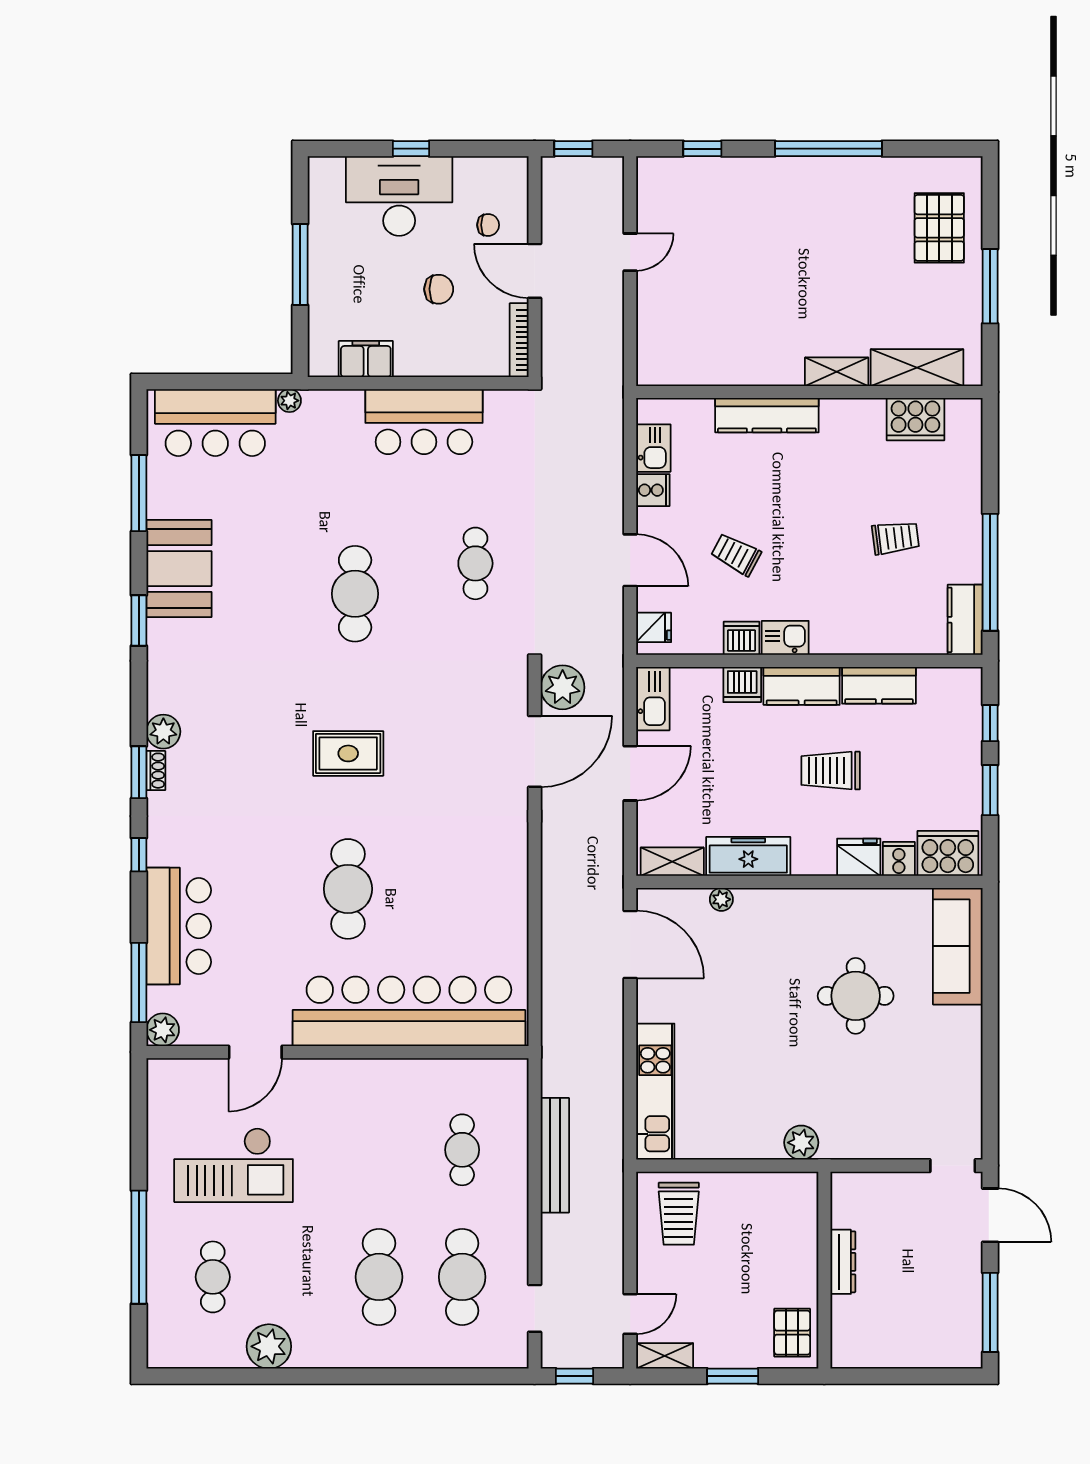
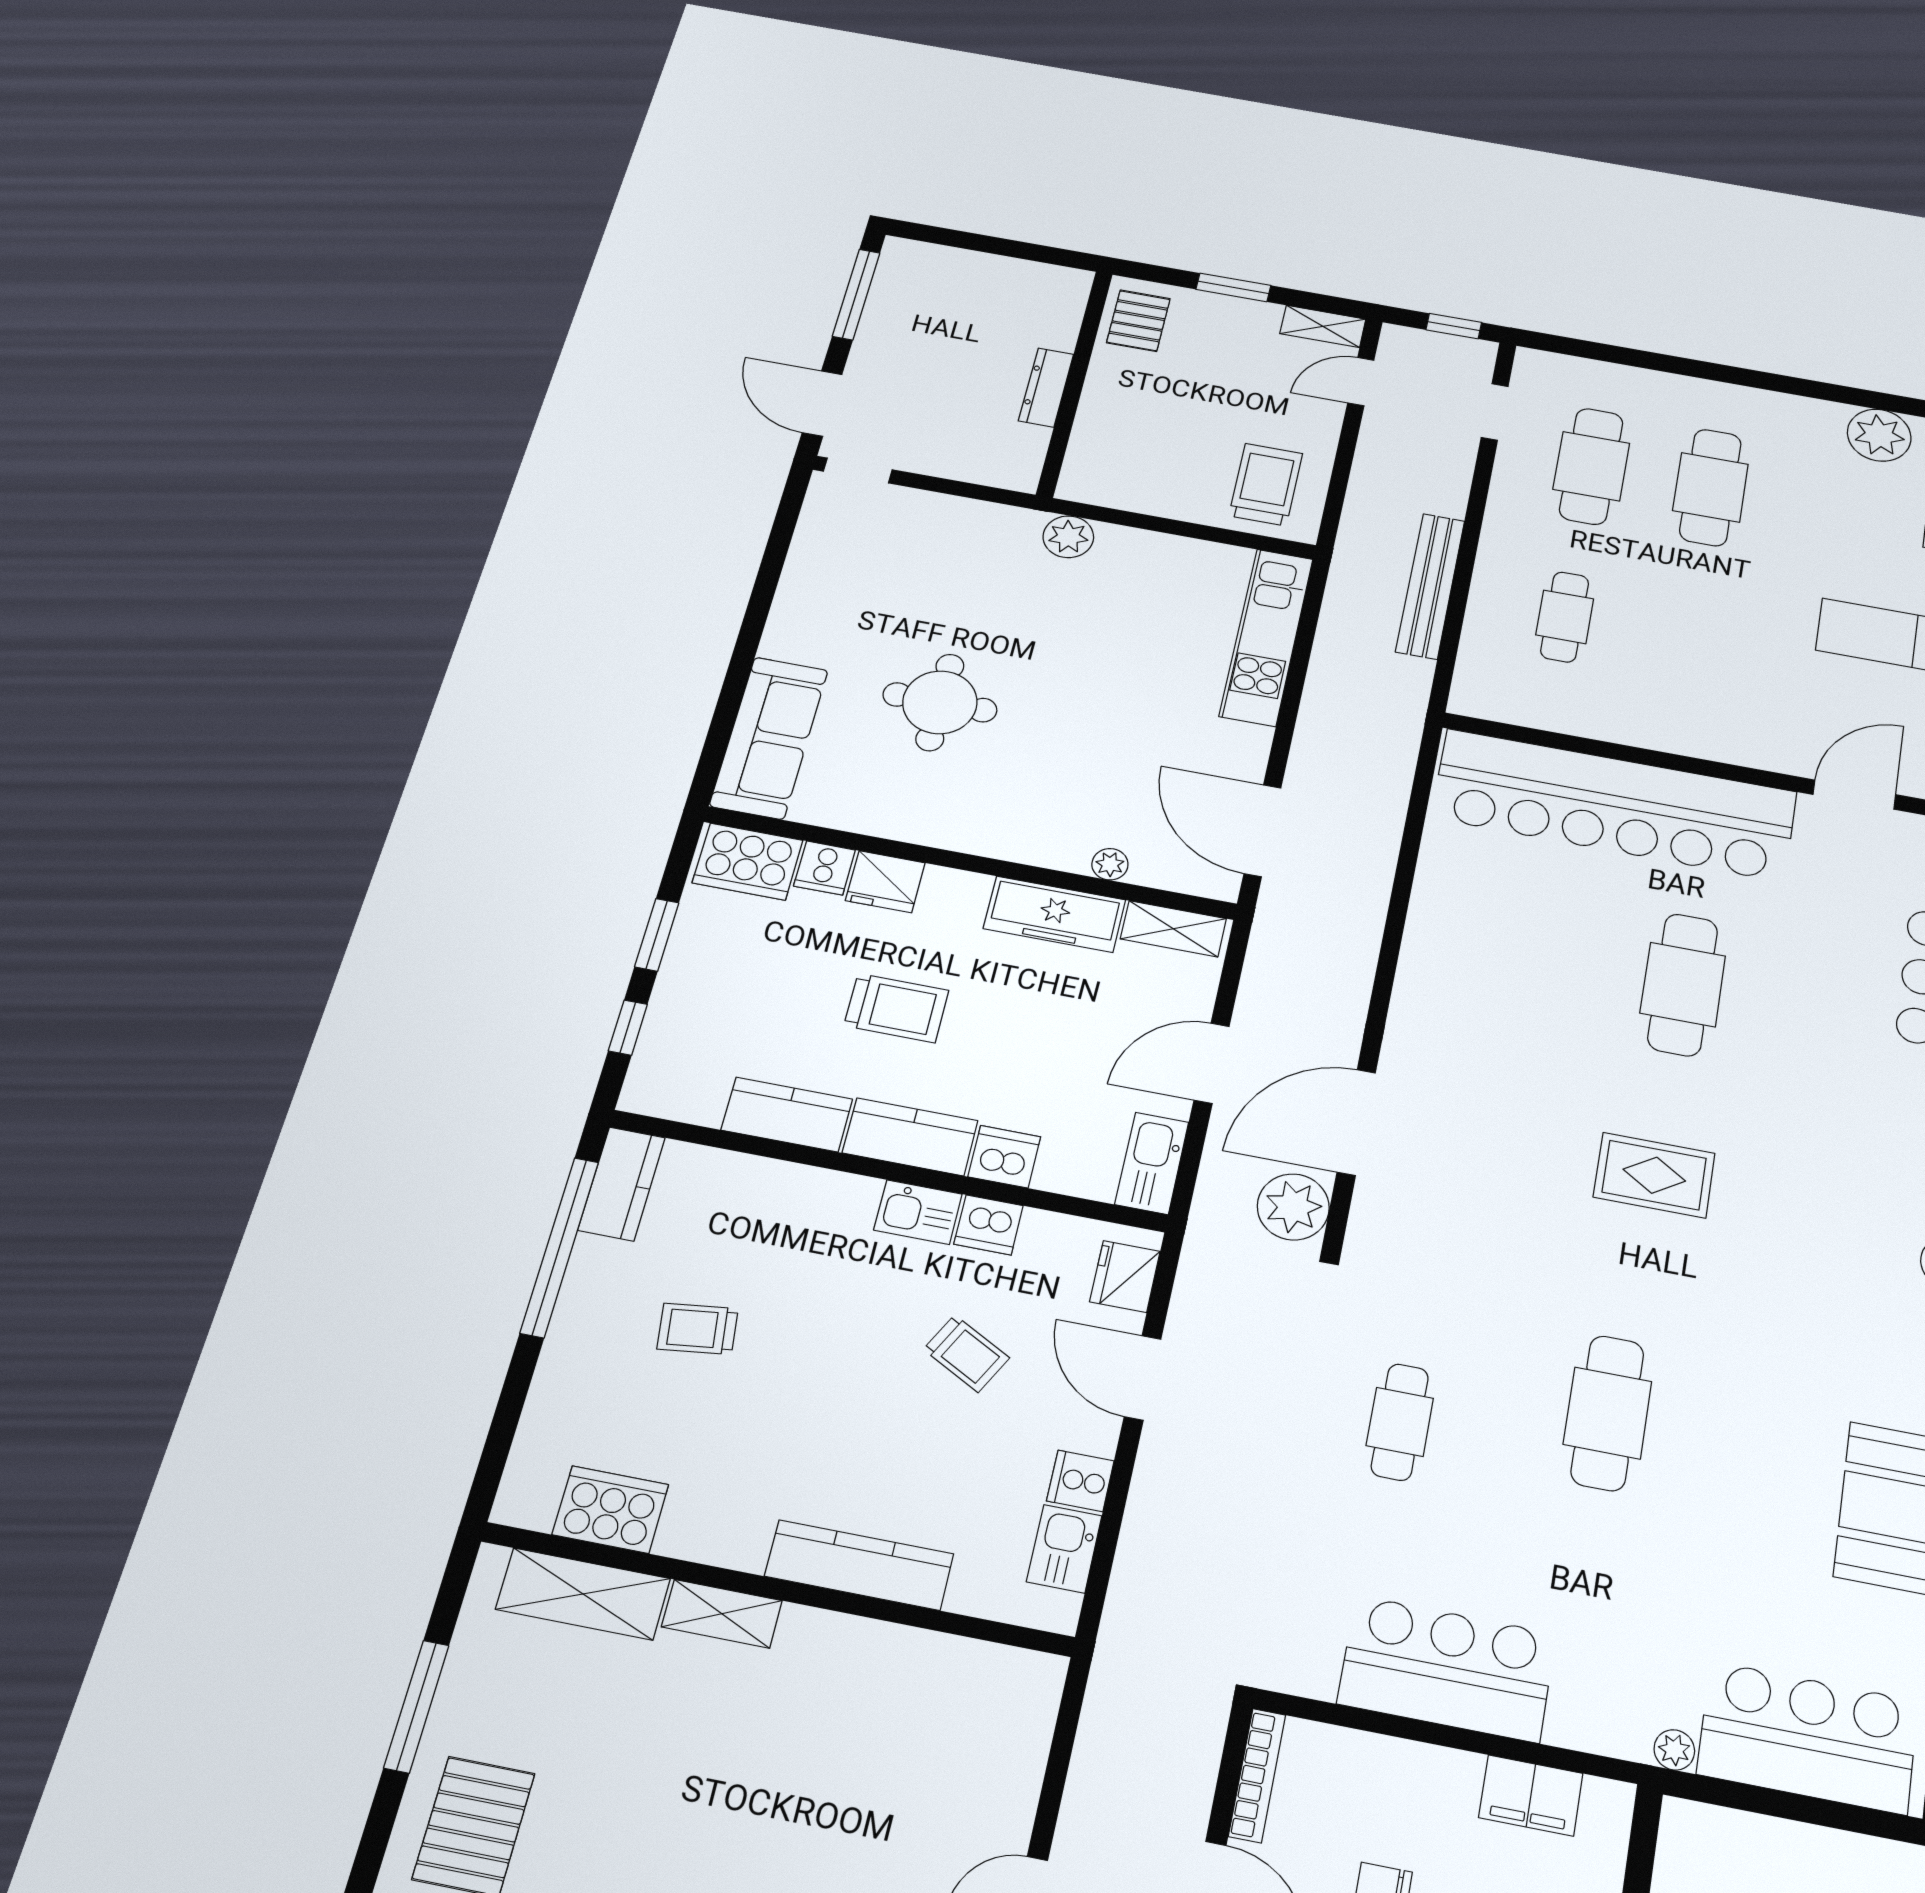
fridge: (654, 627) -> (1125, 1276), width x1.38

